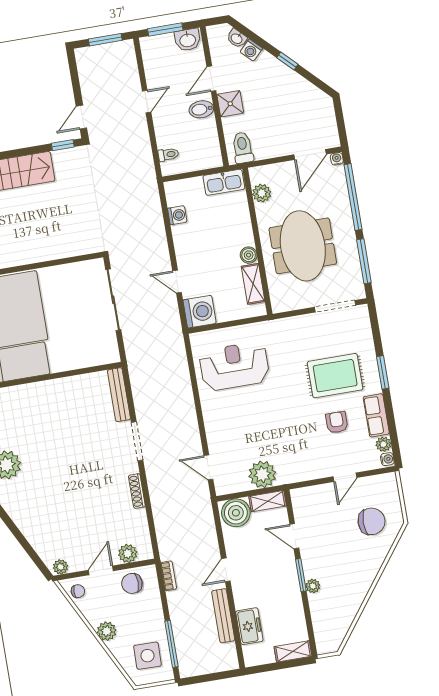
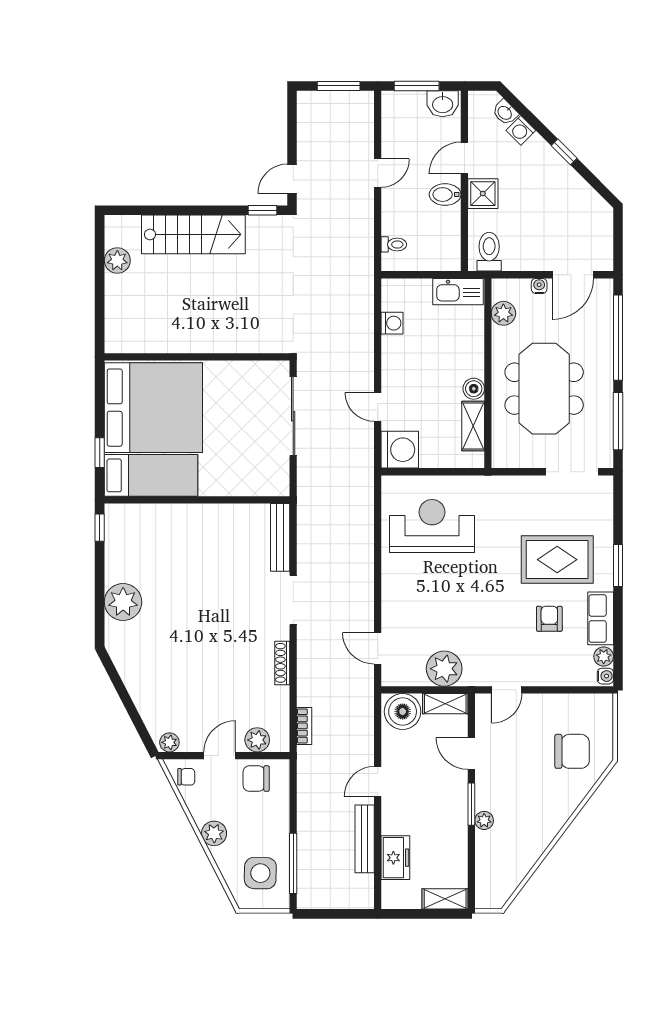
water cooler: (337, 159) -> (539, 286), moved
door: (345, 477) -> (507, 690), moved
bookcase: (169, 576) -> (304, 726), moved

